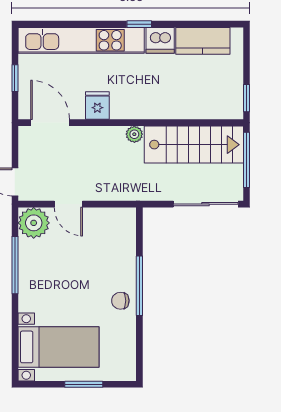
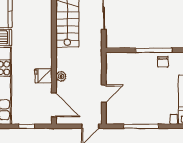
door: (50, 123) -> (54, 105), swing flipped
plant: (134, 134) -> (61, 76), moved
plant: (34, 223) -> (115, 115), removed

